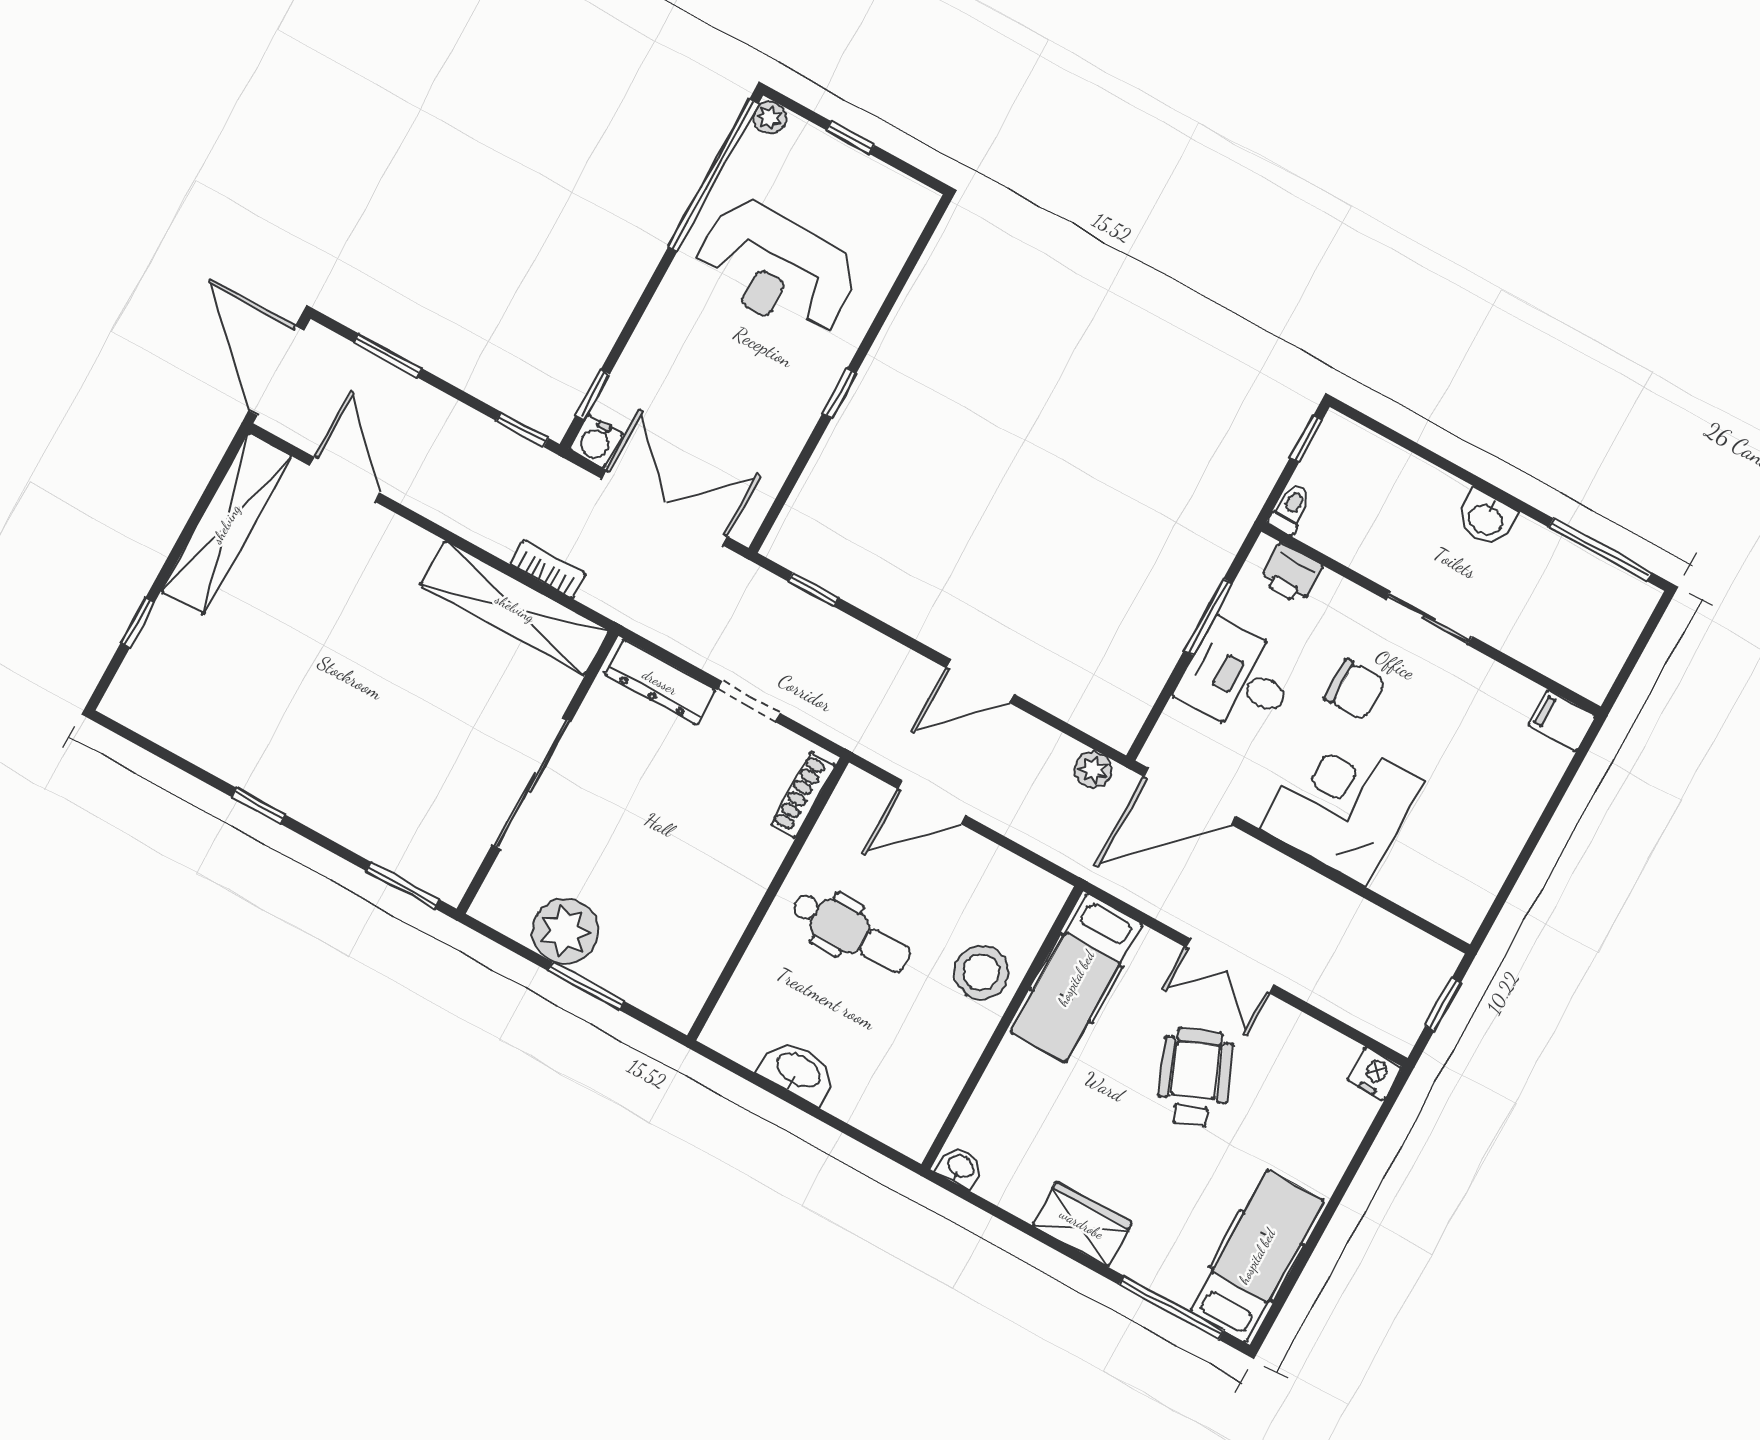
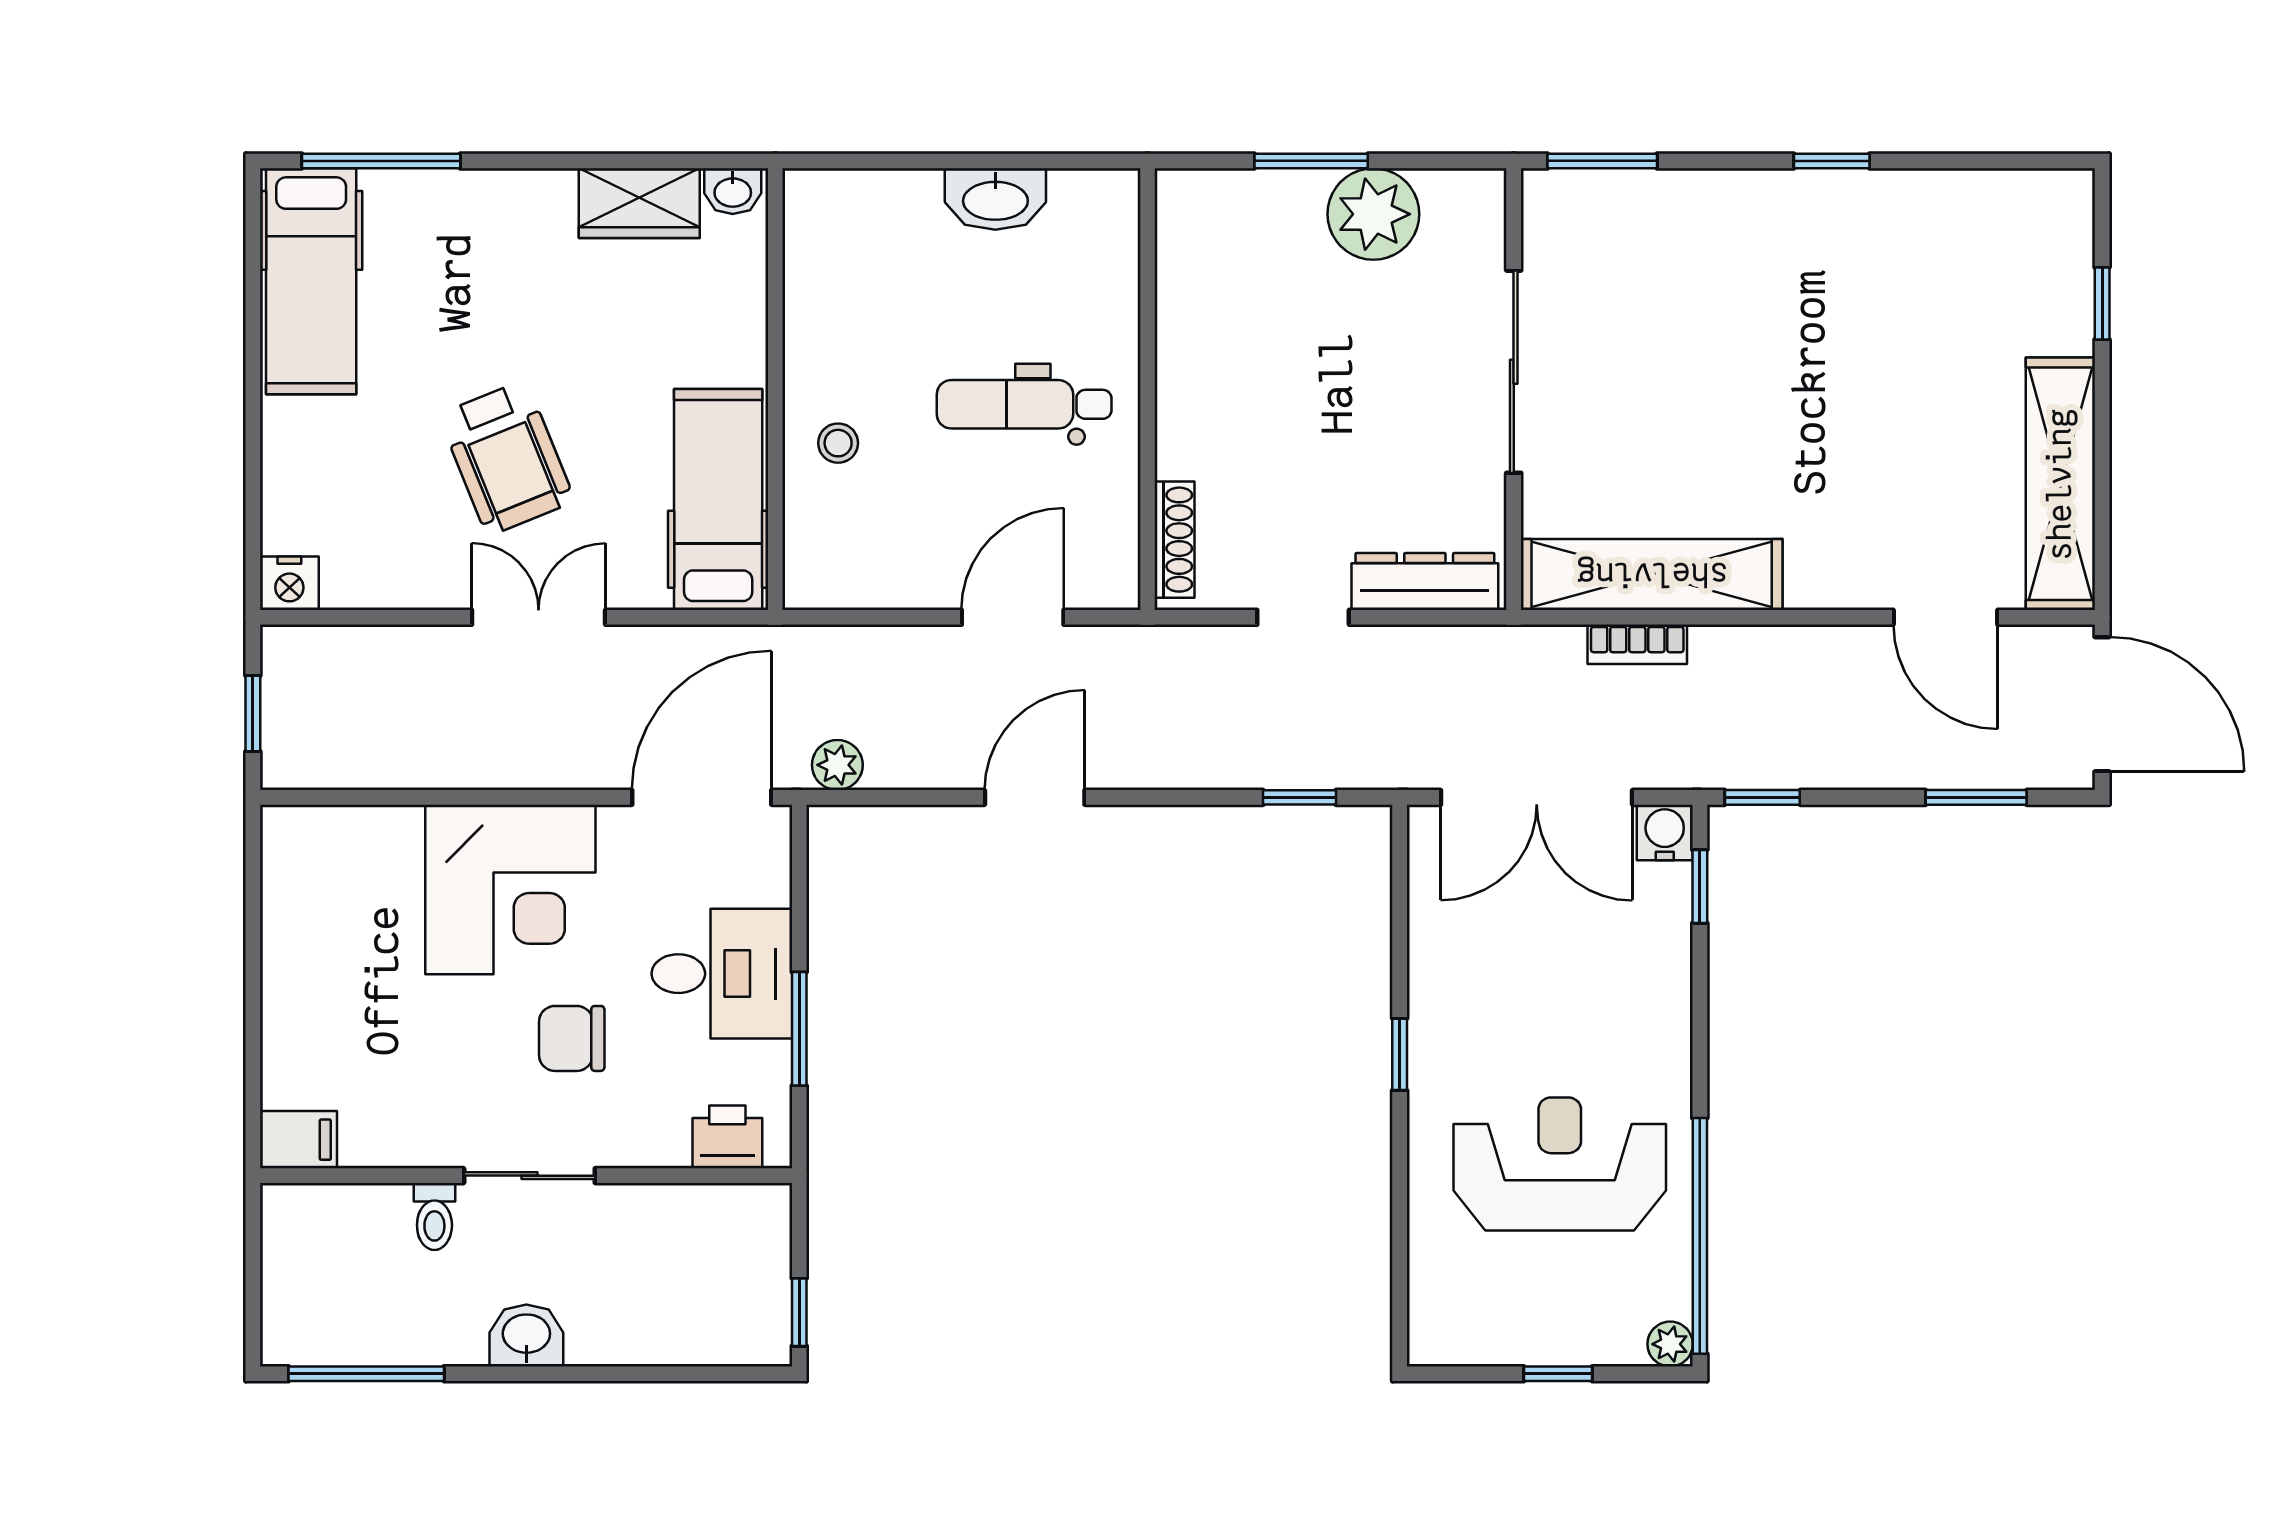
toilet: (1291, 509) -> (434, 1216), moved
stool: (981, 972) -> (838, 443), width x0.53, depth x0.53
wardrobe: (1082, 1224) -> (639, 203), moved

